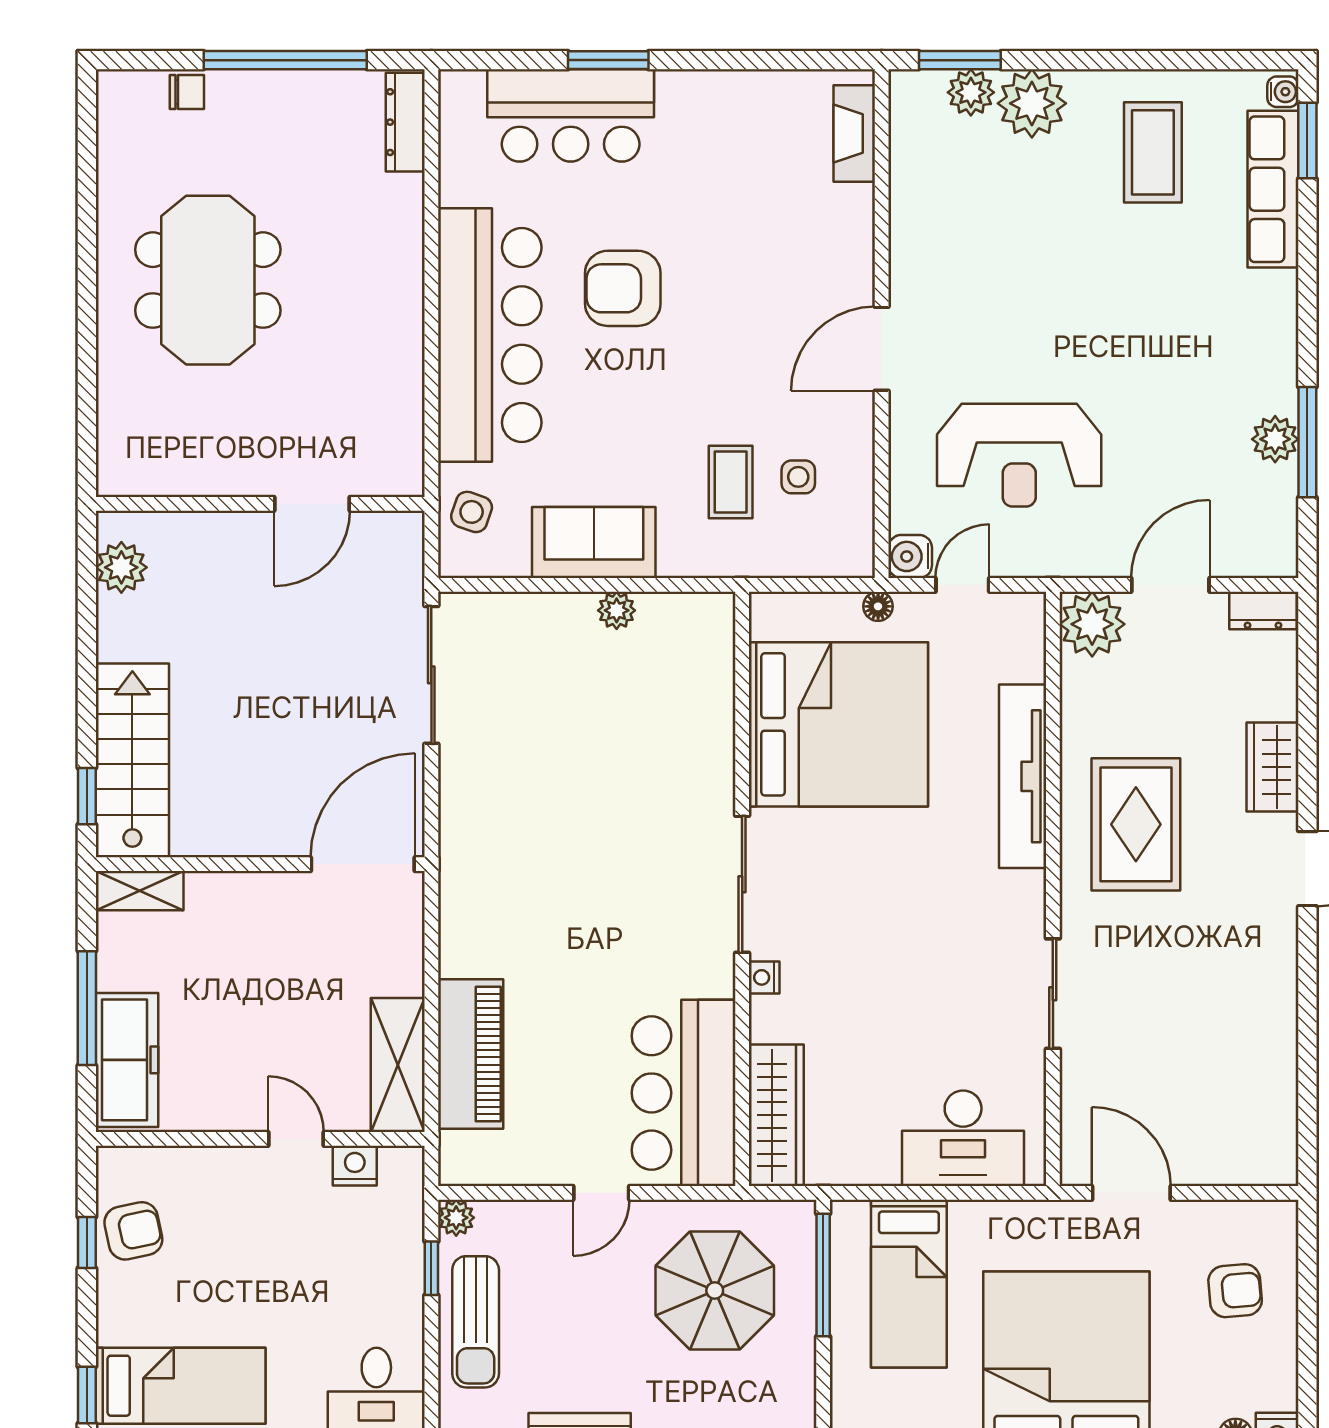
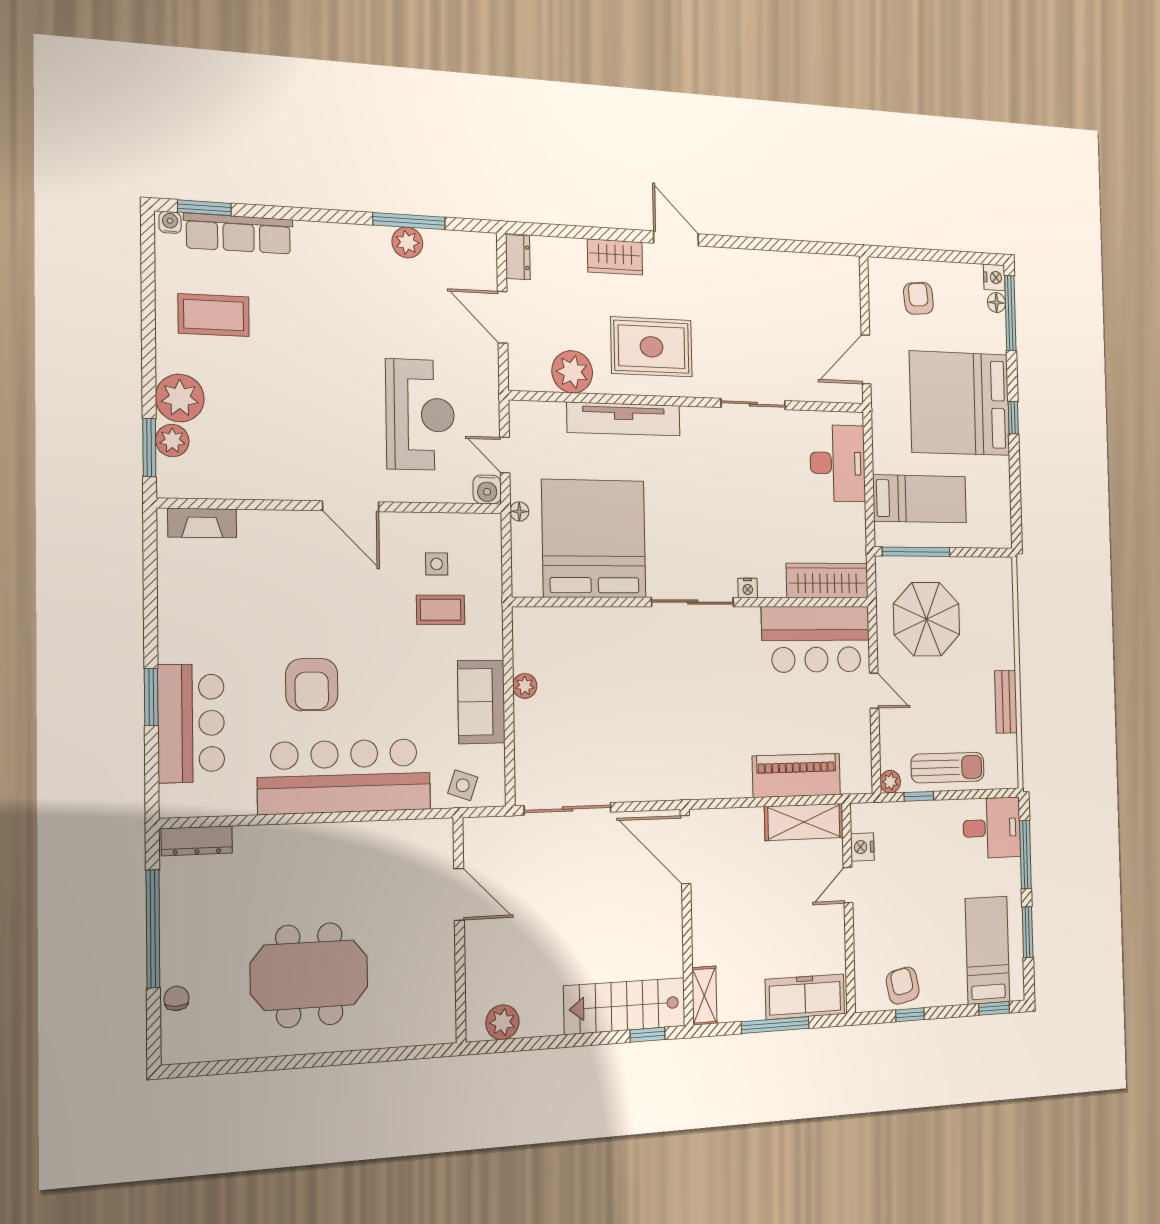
plant: (1092, 624) -> (572, 372), moved

